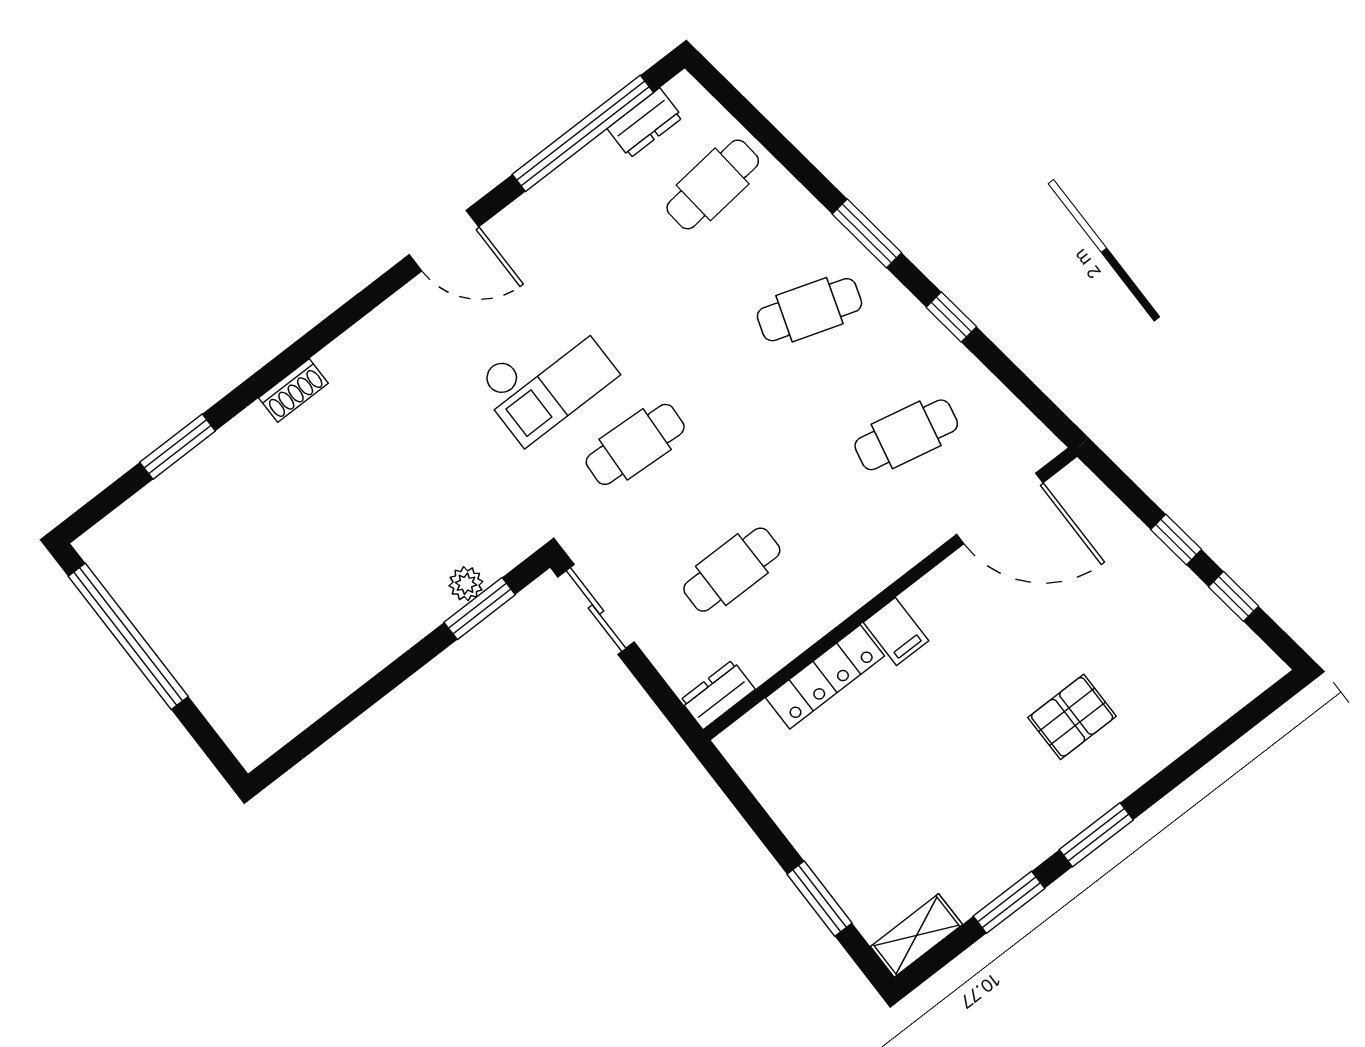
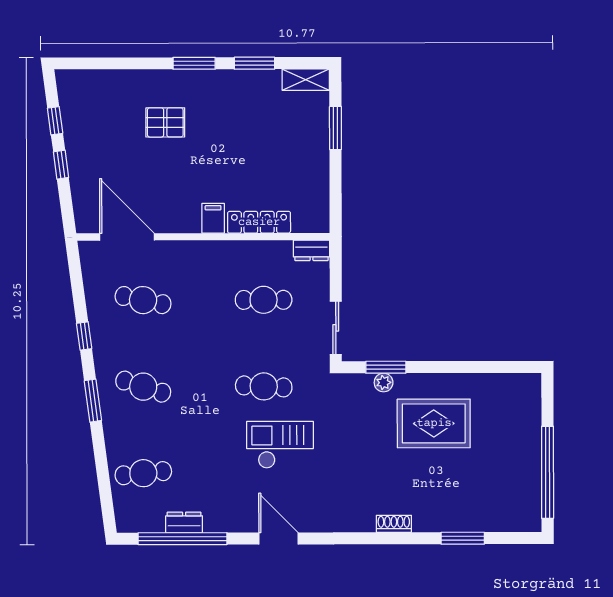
dresser: (645, 123) -> (184, 522), moved
rug: (348, 580) -> (434, 423), added

